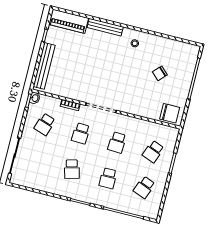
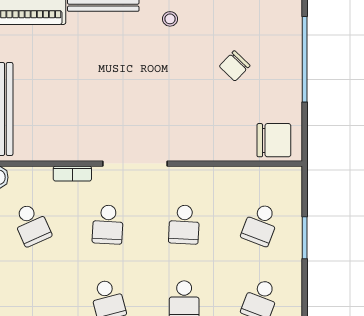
school desk: (45, 124) -> (32, 224), turned -42

